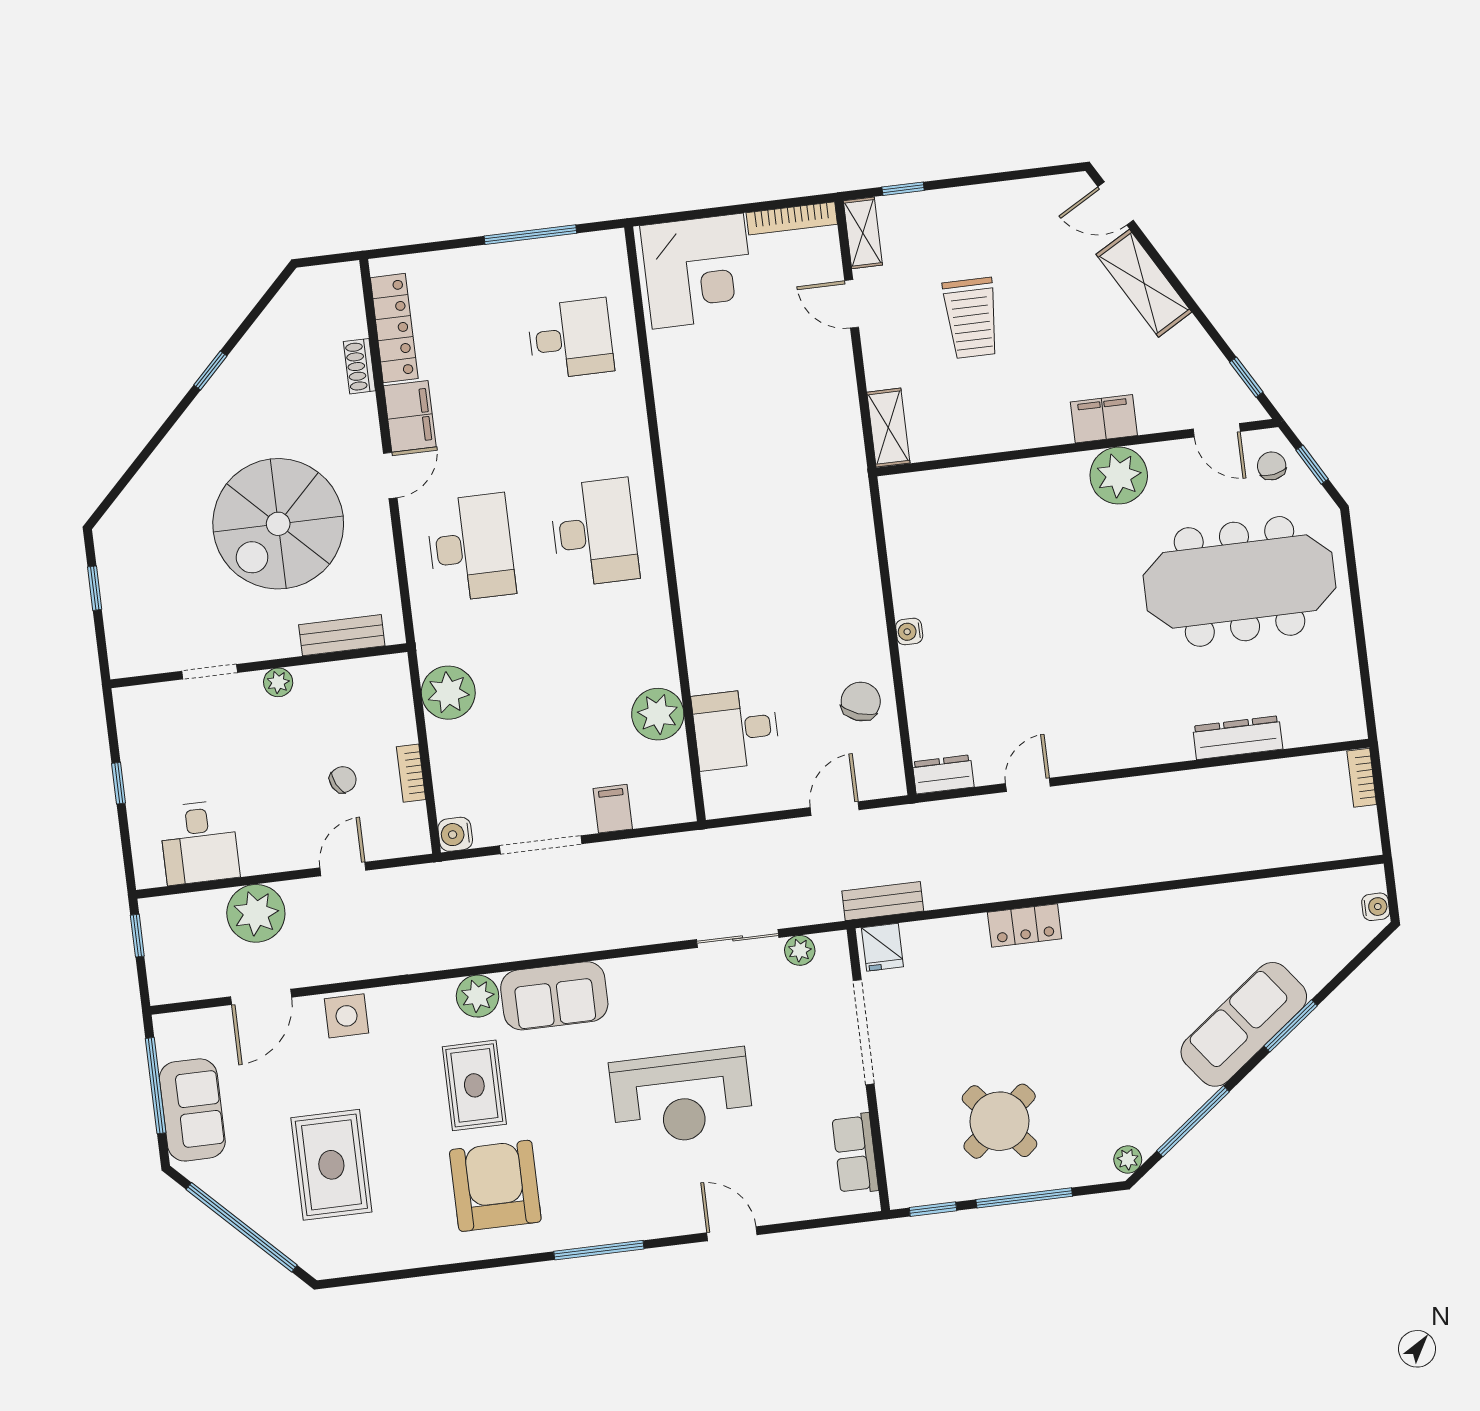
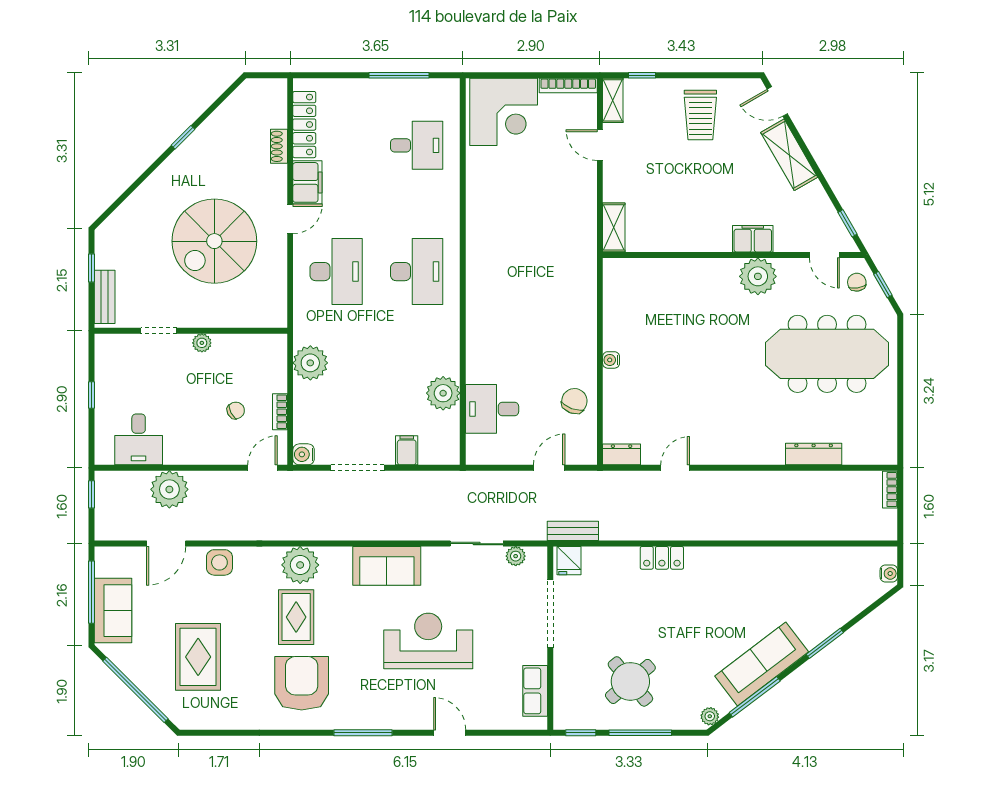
trolley: (971, 318) -> (700, 115), moved
bench: (342, 635) -> (105, 297), moved, turned 90
door: (343, 869) -> (263, 468), moved
plant: (477, 996) -> (300, 565), width x1.36, depth x1.36
sofa: (554, 996) -> (387, 566), moved
sofa: (1244, 1024) -> (762, 664), moved
reception desk: (682, 1097) -> (428, 641), turned 180

